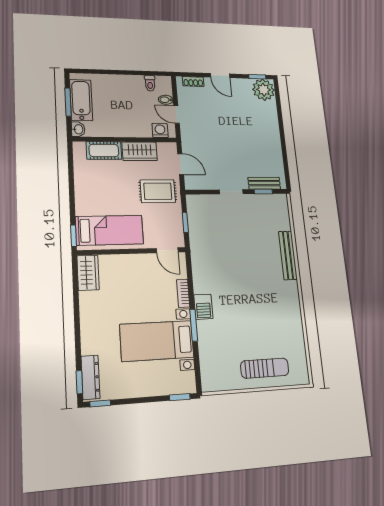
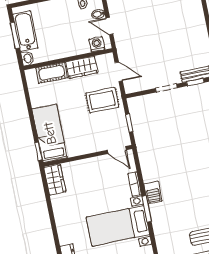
bed: (110, 230) -> (50, 133), moved, turned -90

